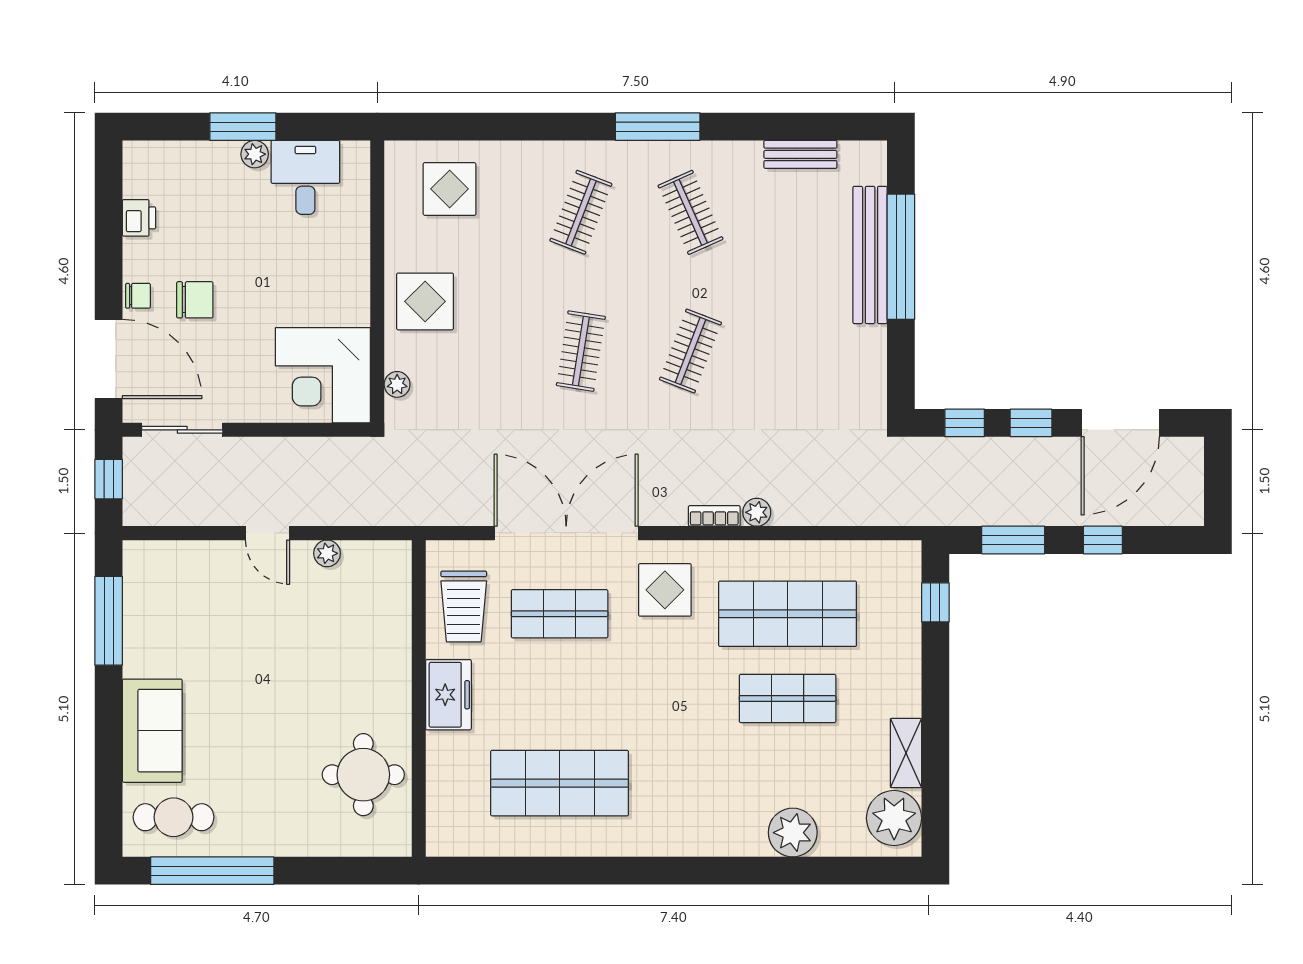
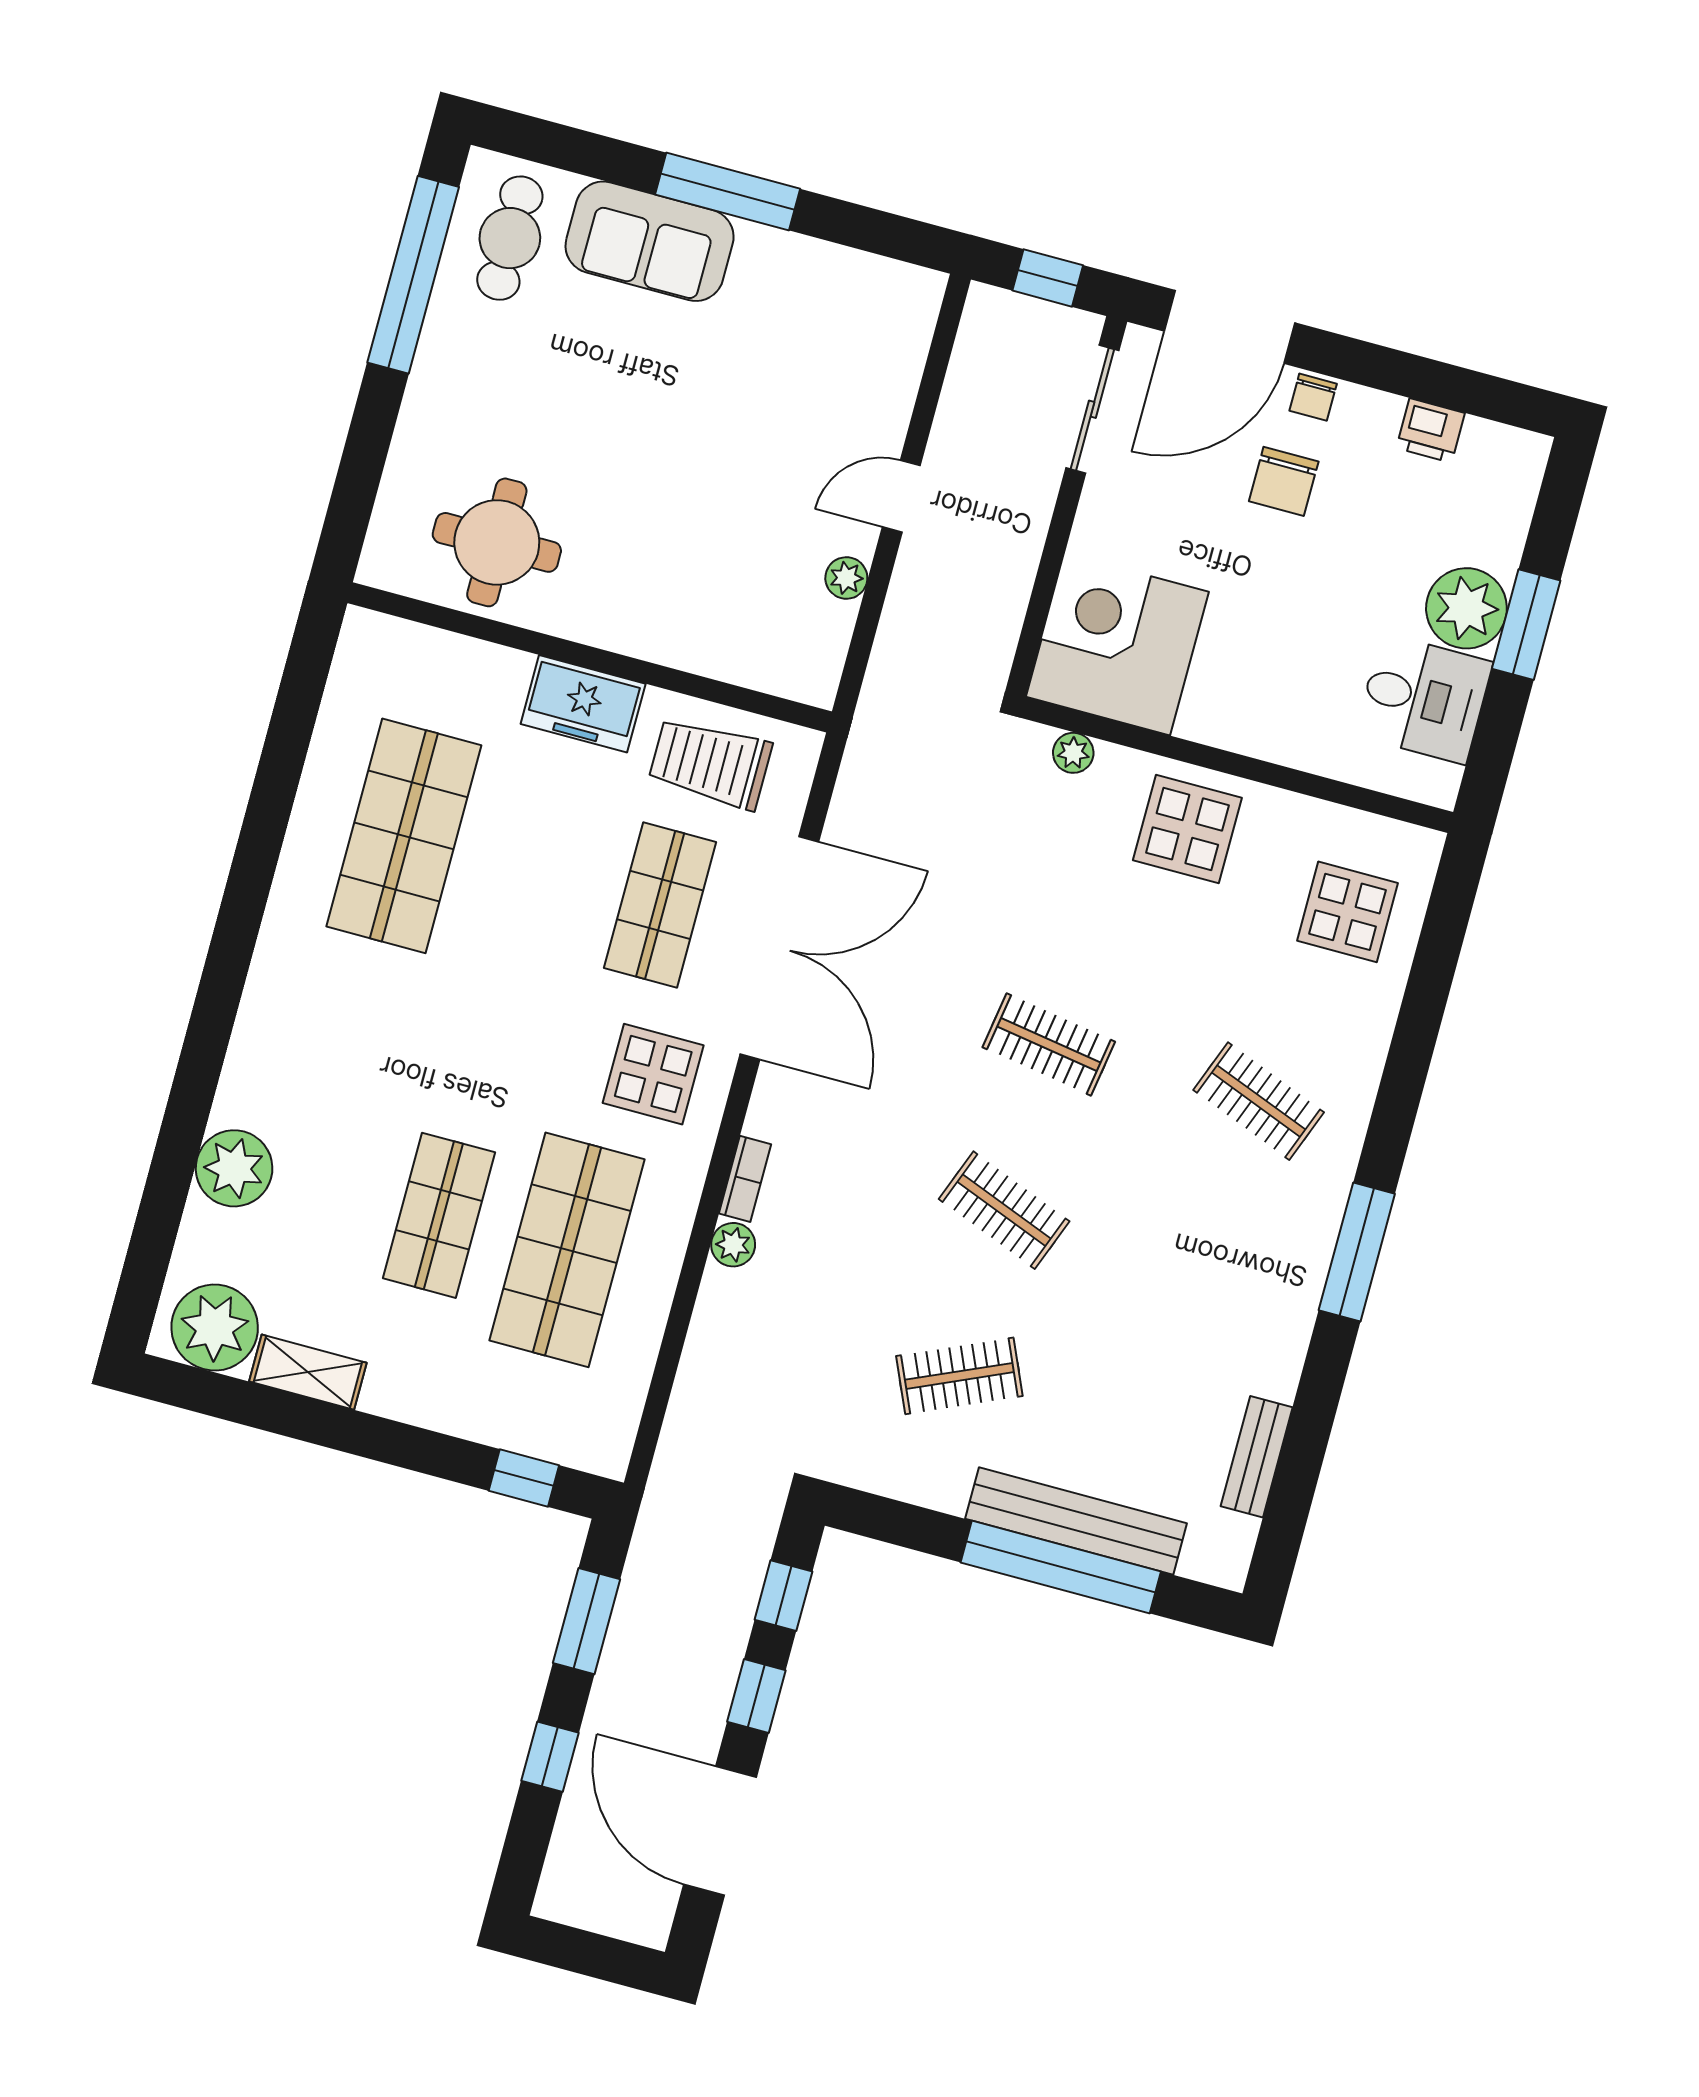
plant: (255, 154) -> (1466, 608), width x1.88, depth x1.88
clothes rail: (690, 212) -> (959, 1376), moved
window: (109, 621) -> (728, 192), moved

